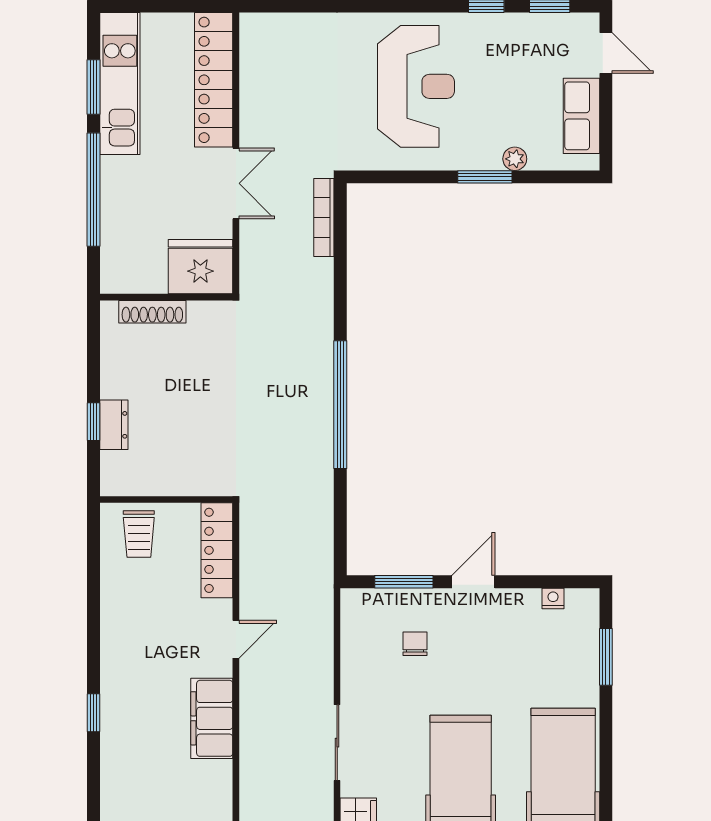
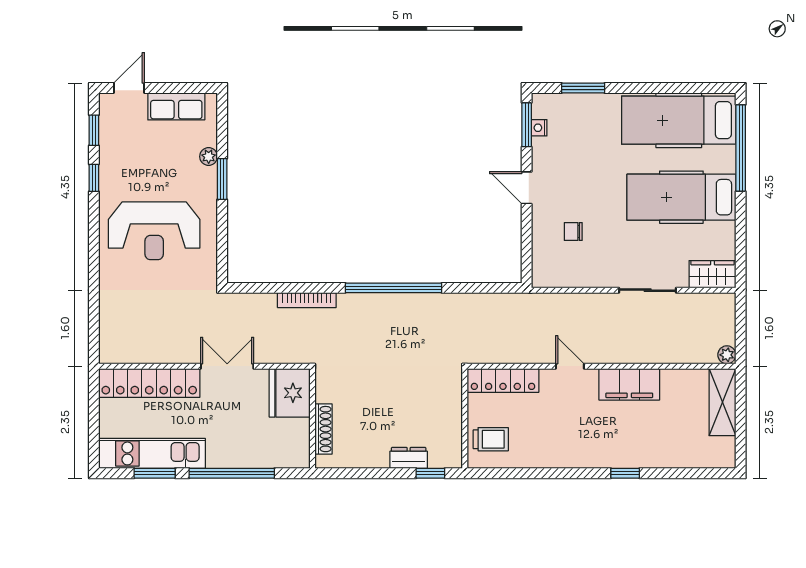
reception desk: (416, 86) -> (154, 231), turned 180
bookcase: (324, 218) -> (307, 300), moved
window: (94, 422) -> (430, 473), moved
window: (404, 582) -> (527, 125), moved

